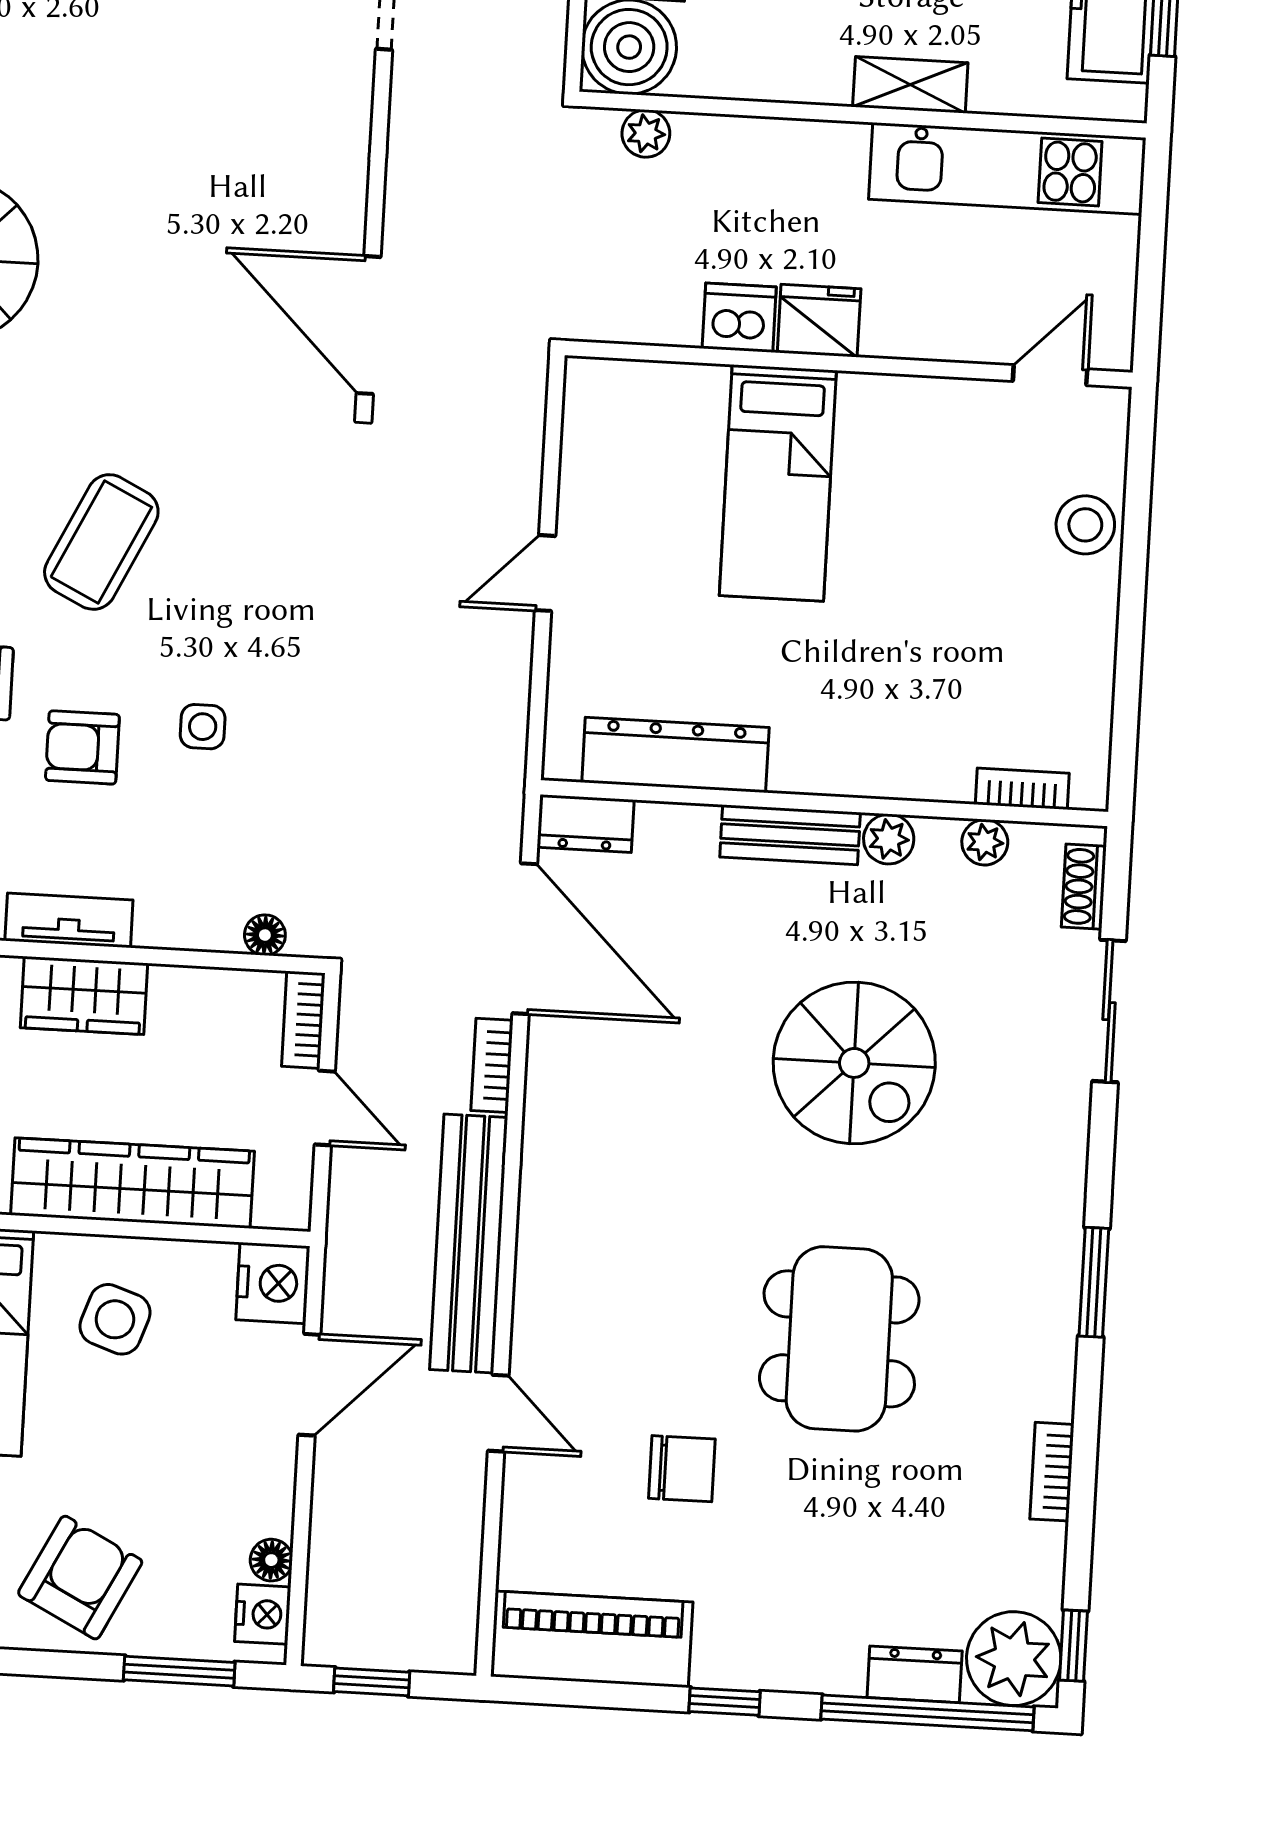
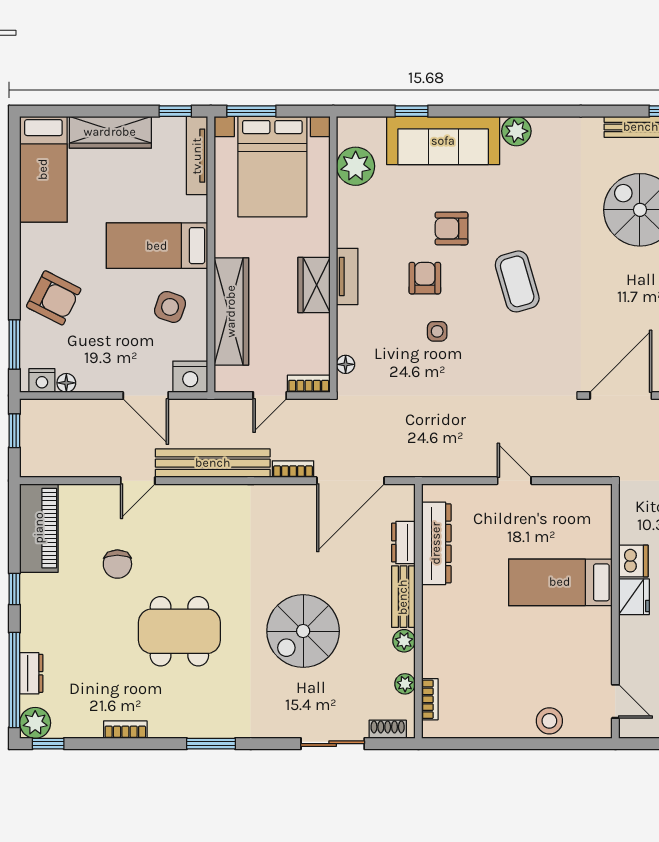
coffee table: (101, 542) -> (517, 281), turned 48
dresser: (586, 824) -> (403, 543), moved
plant: (1014, 1659) -> (35, 723), width x0.73, depth x0.73

